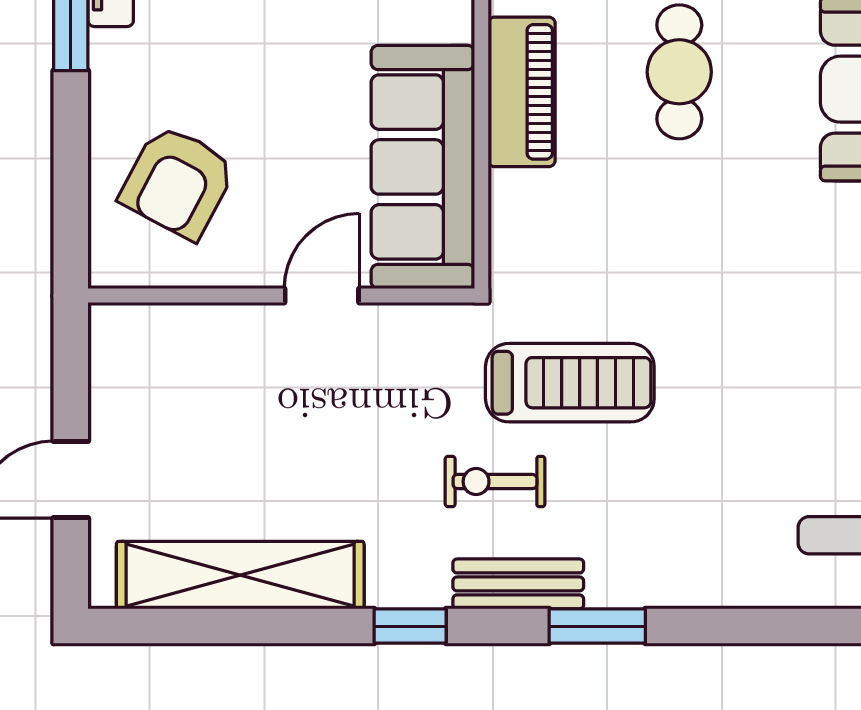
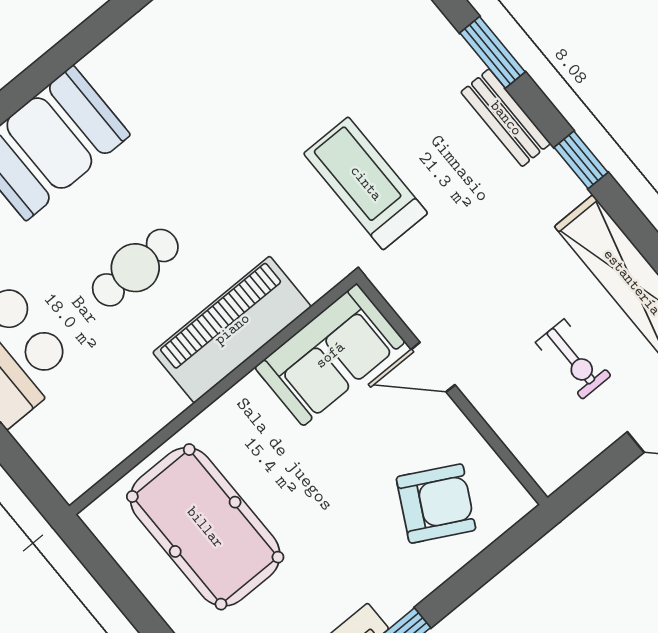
piano: (522, 92) -> (232, 329), width x1.37, depth x1.33
sofa: (423, 167) -> (330, 355), width x0.73
exercise bike: (495, 482) -> (573, 359), moved

